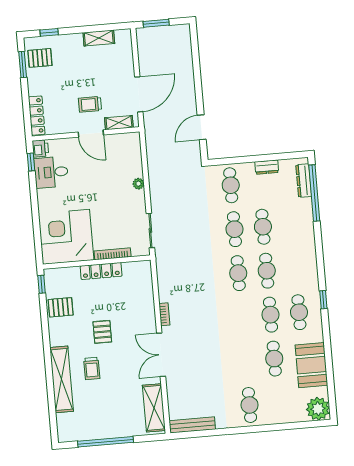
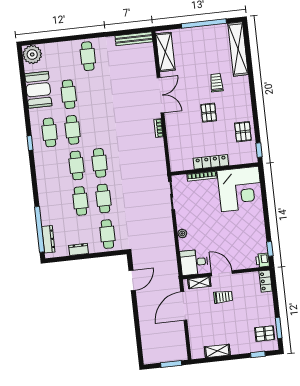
locker: (37, 116) -> (266, 281), width x0.66
desk: (51, 172) -> (194, 262), moved, turned 180
pallet: (61, 307) -> (243, 132), turned 90
shelving: (62, 379) -> (238, 49), moved

